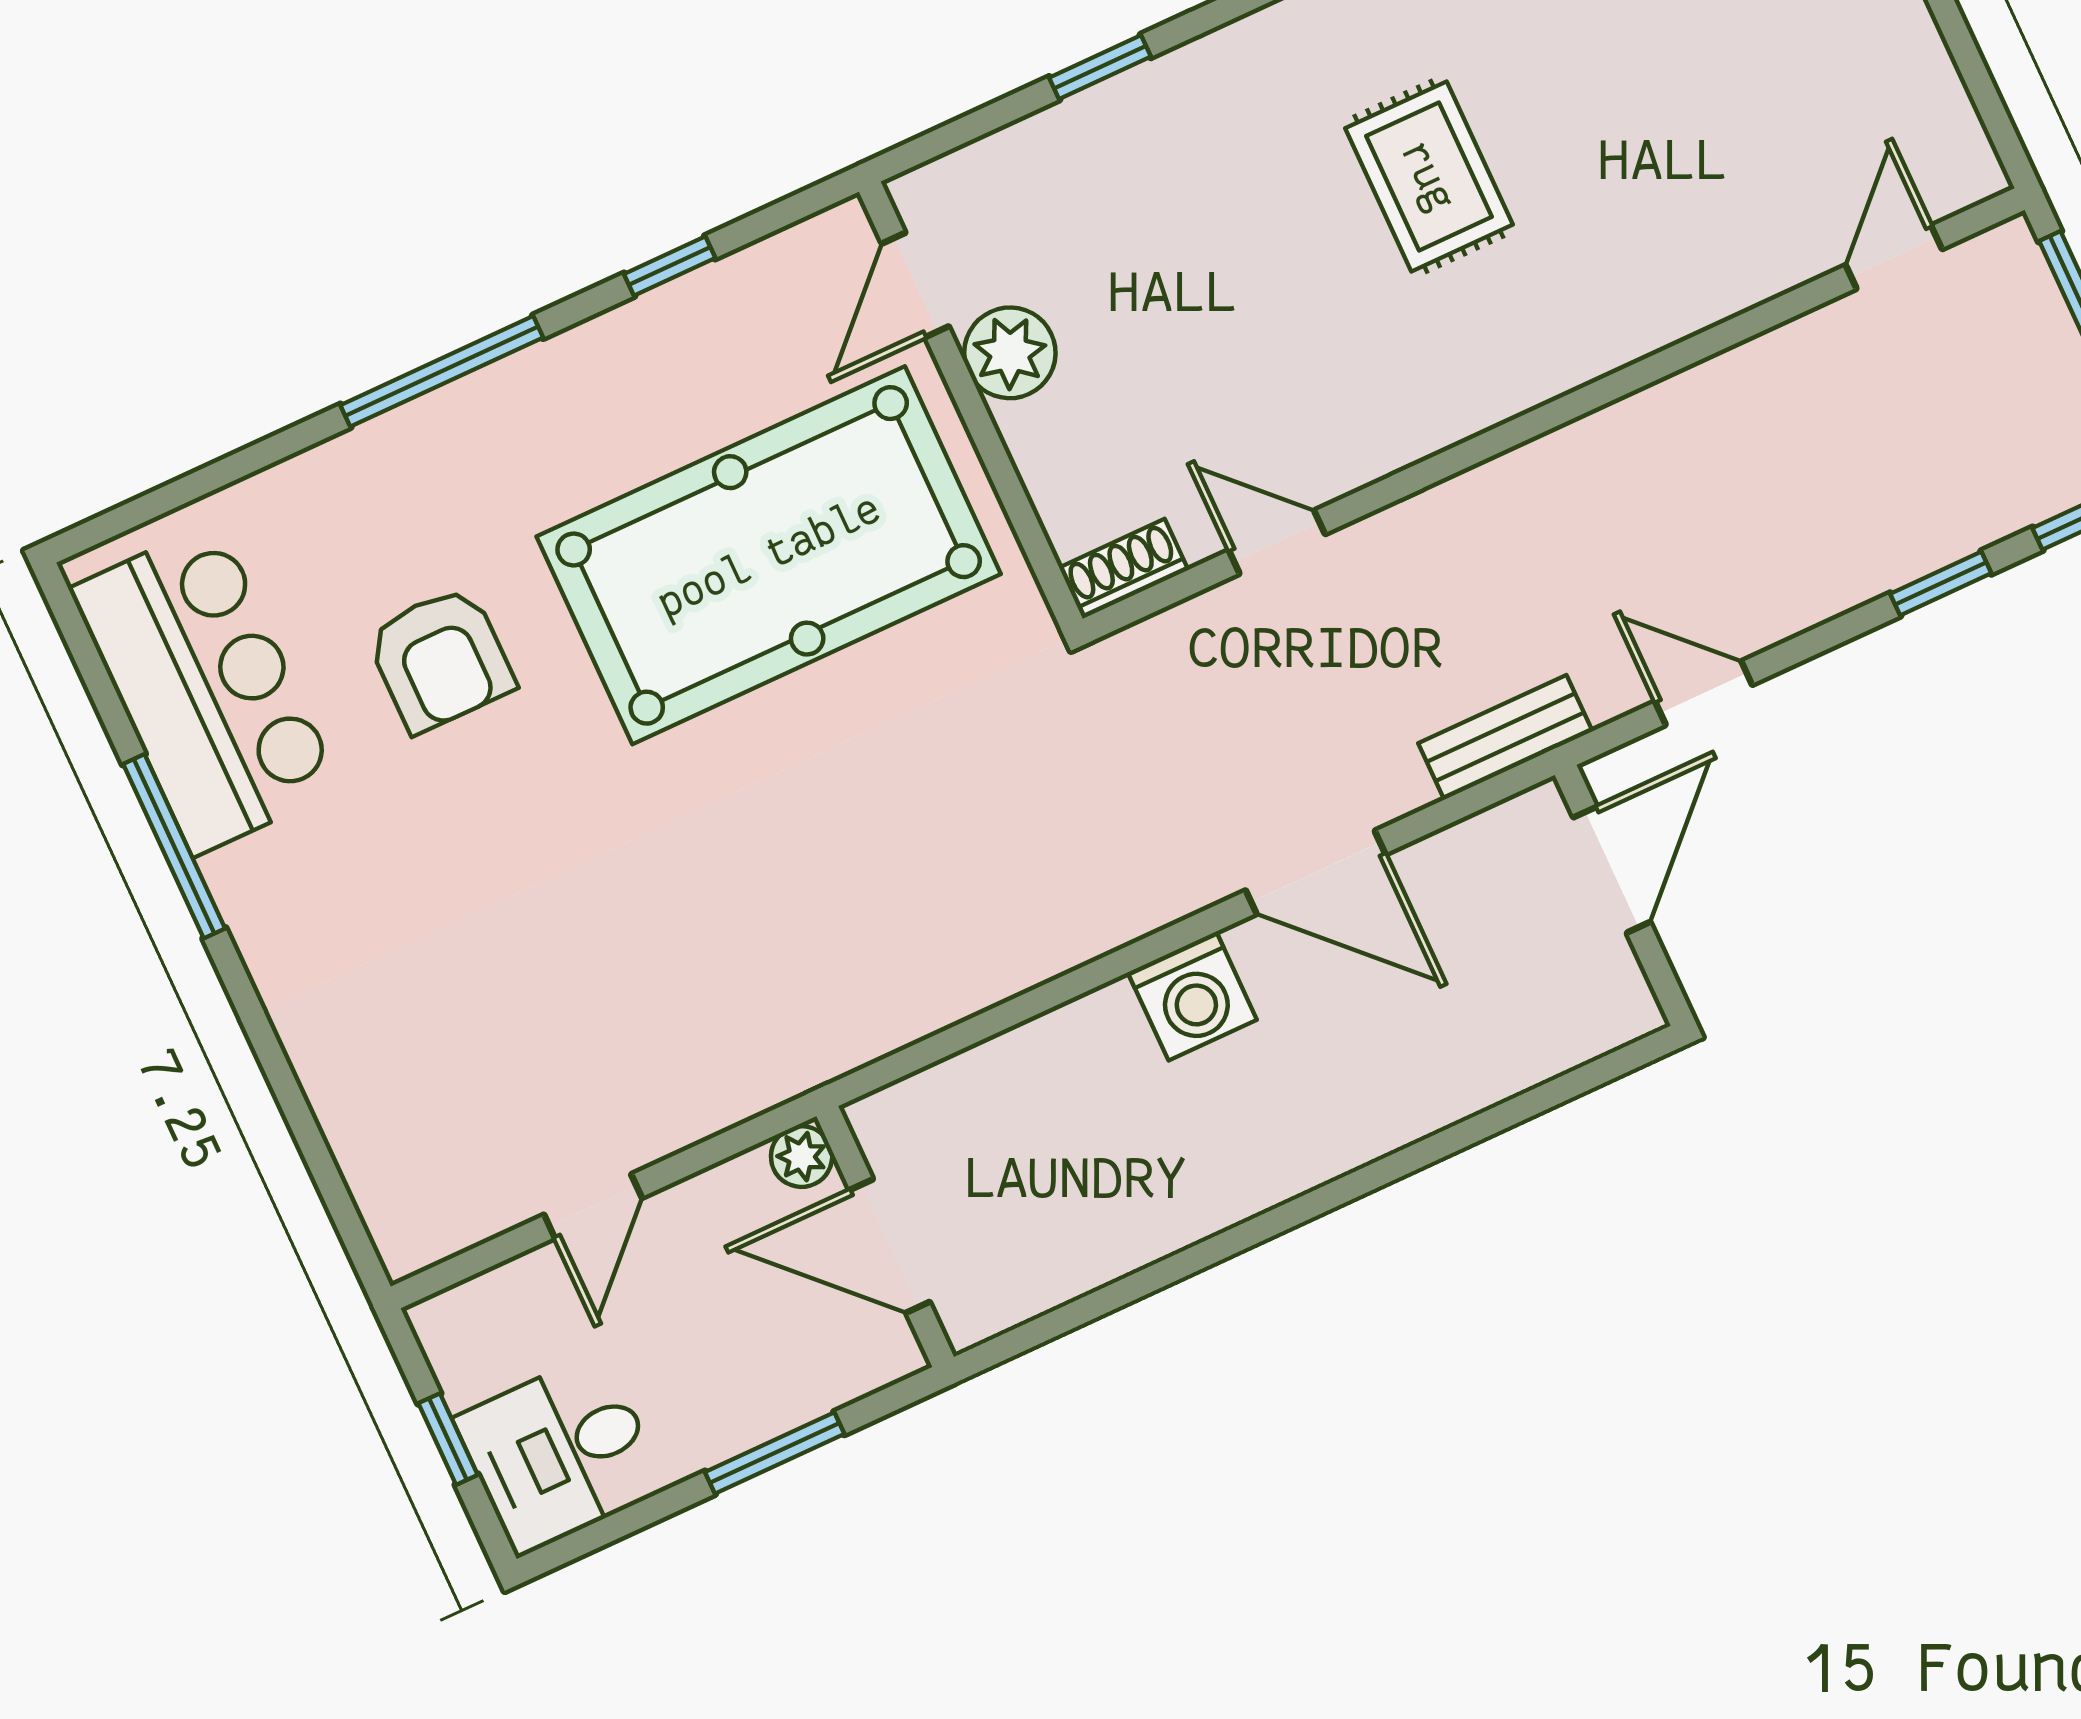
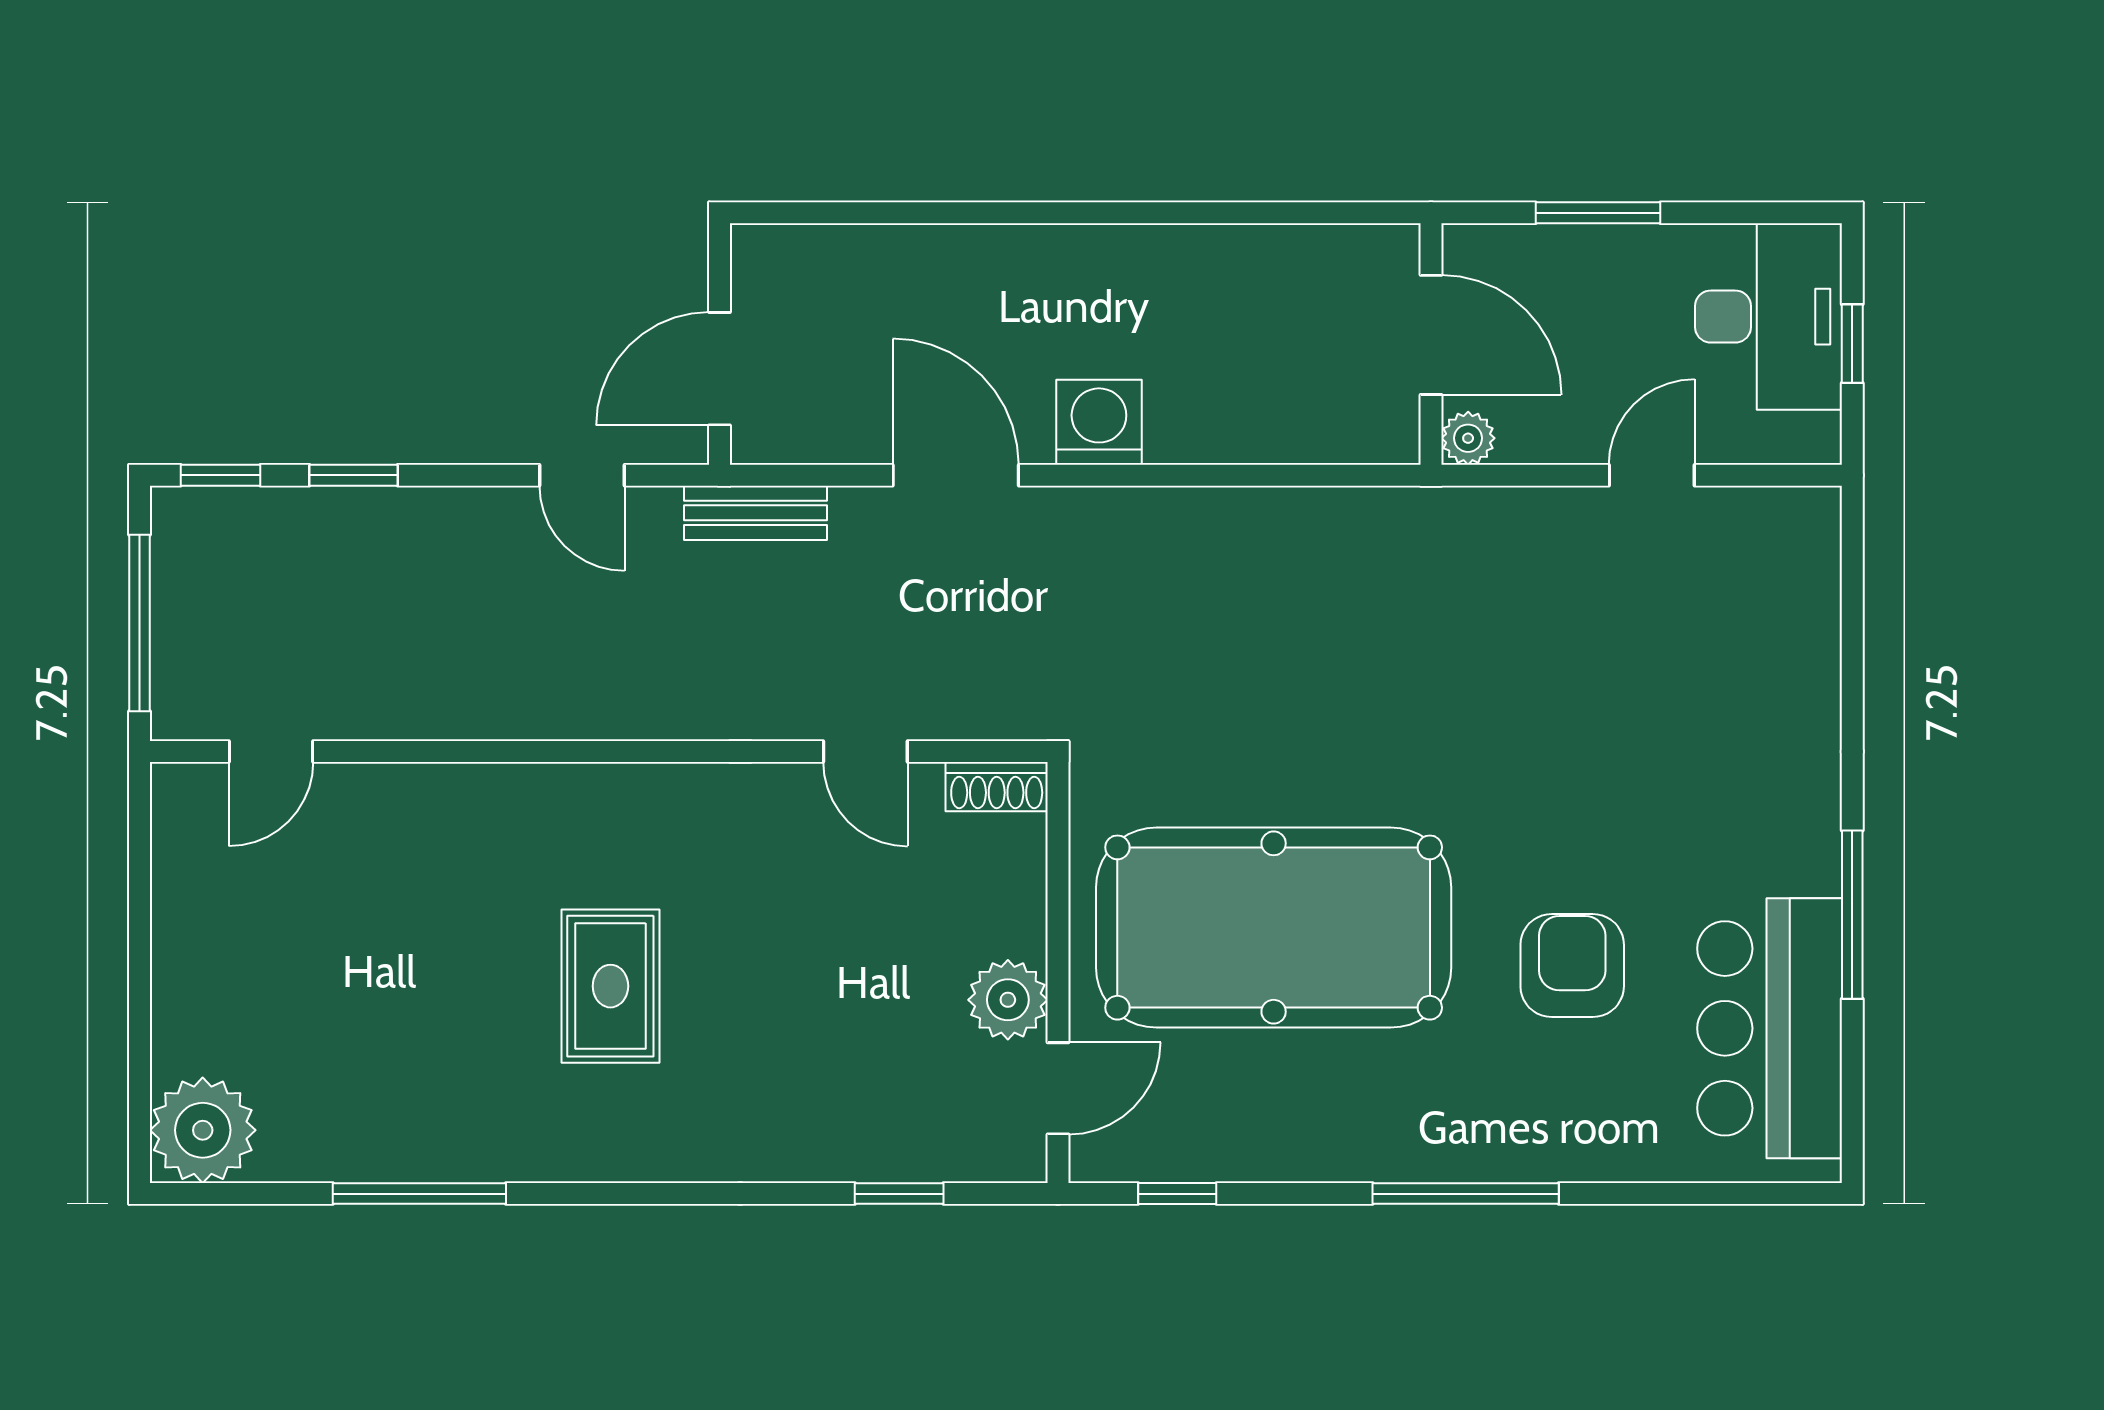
window: (1100, 67) -> (899, 1194), moved
window: (670, 266) -> (1177, 1194), moved
desk: (560, 1453) -> (1769, 317), width x1.37

